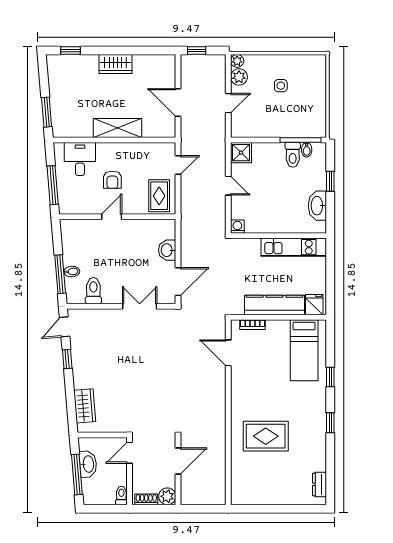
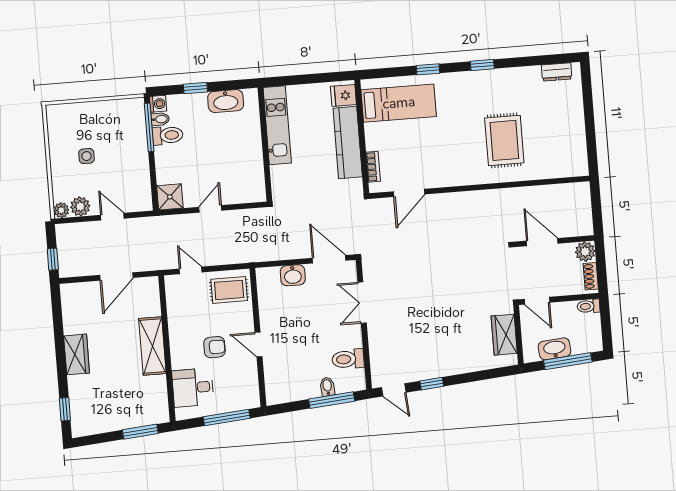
washing machine: (237, 227) -> (158, 104), moved, turned 180
wardrobe: (85, 406) -> (504, 335), moved, turned -85

